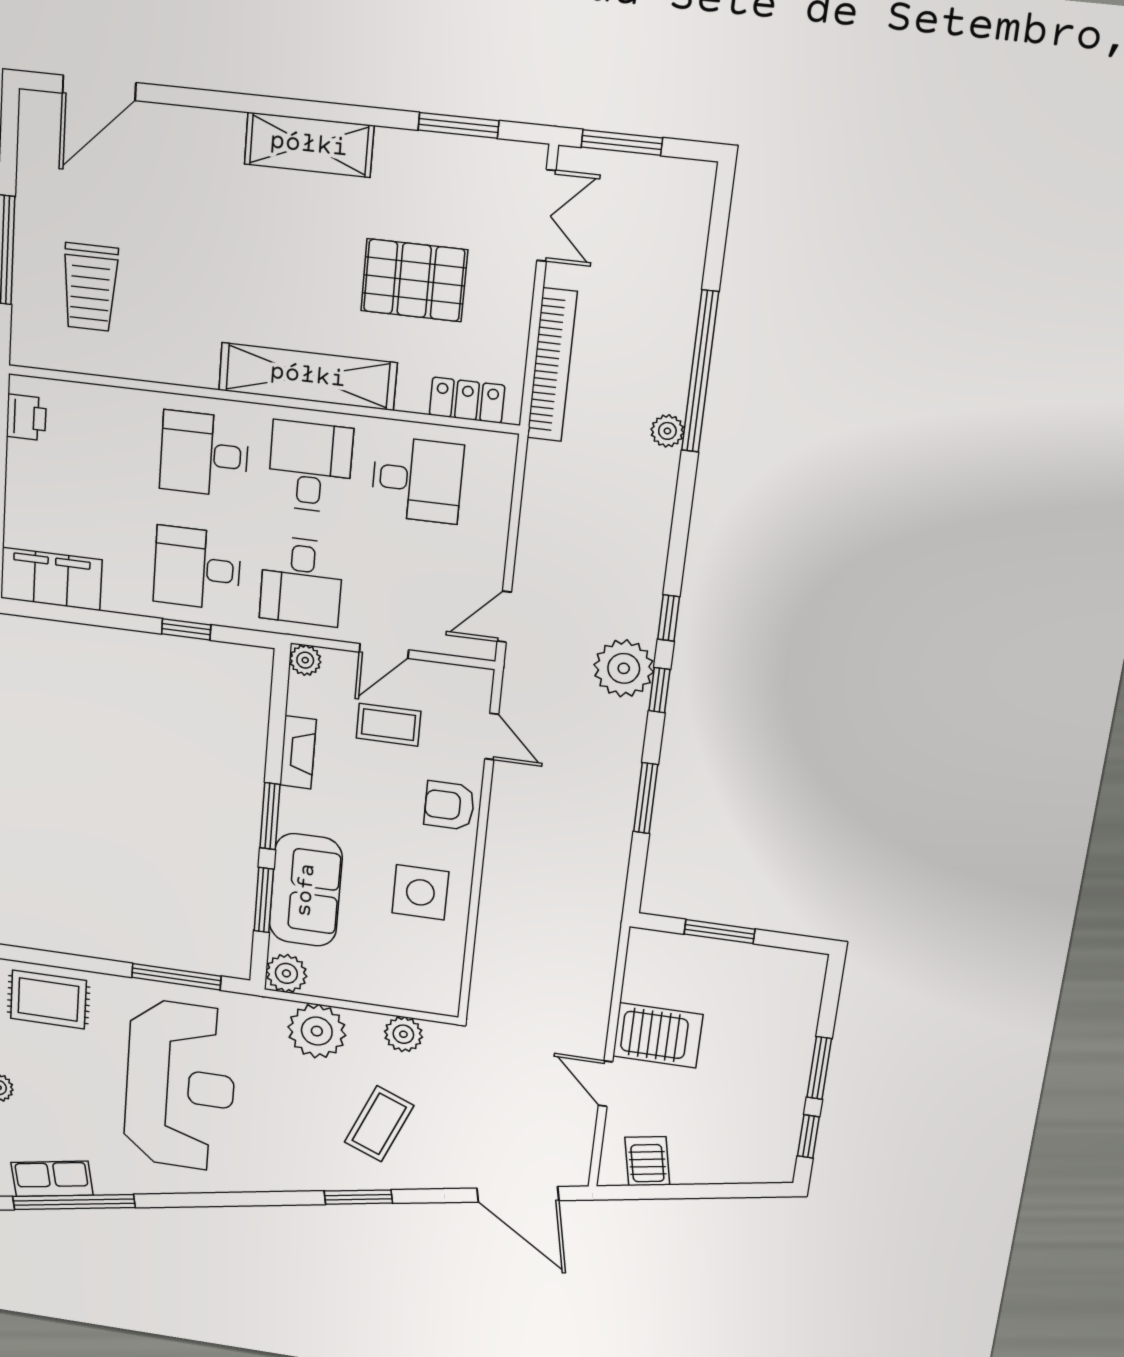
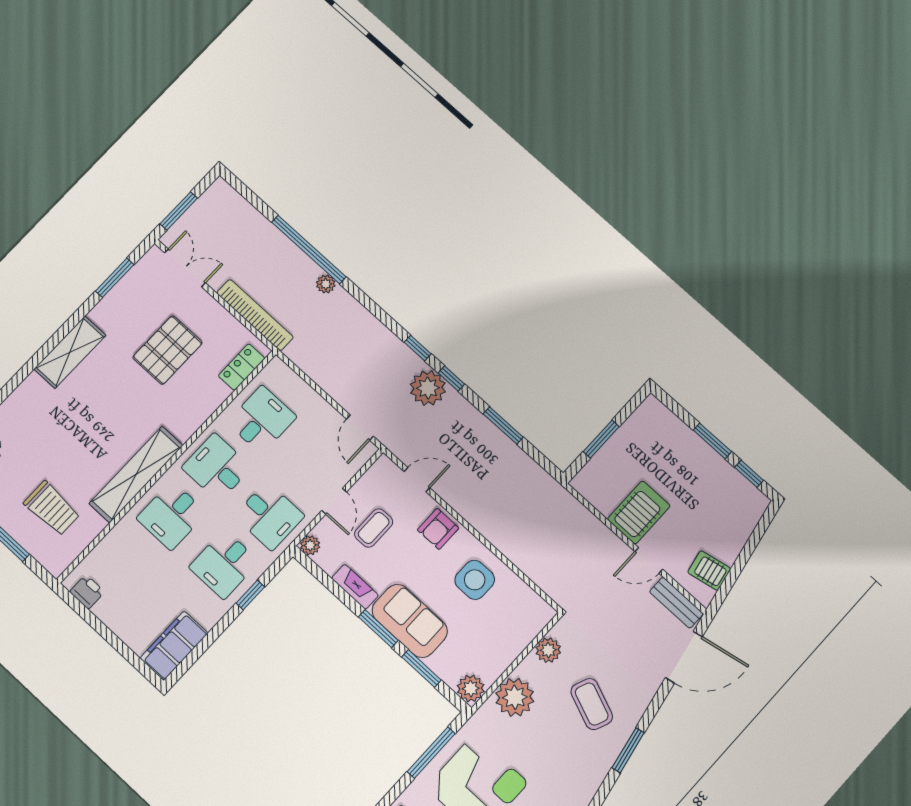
shelving: (308, 376) -> (136, 474), moved
sofa: (306, 890) -> (410, 621), moved
bench: (578, 1147) -> (676, 603), added

